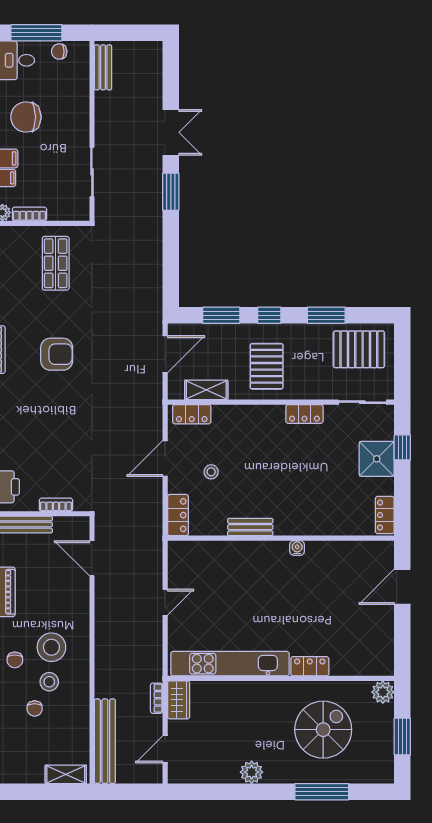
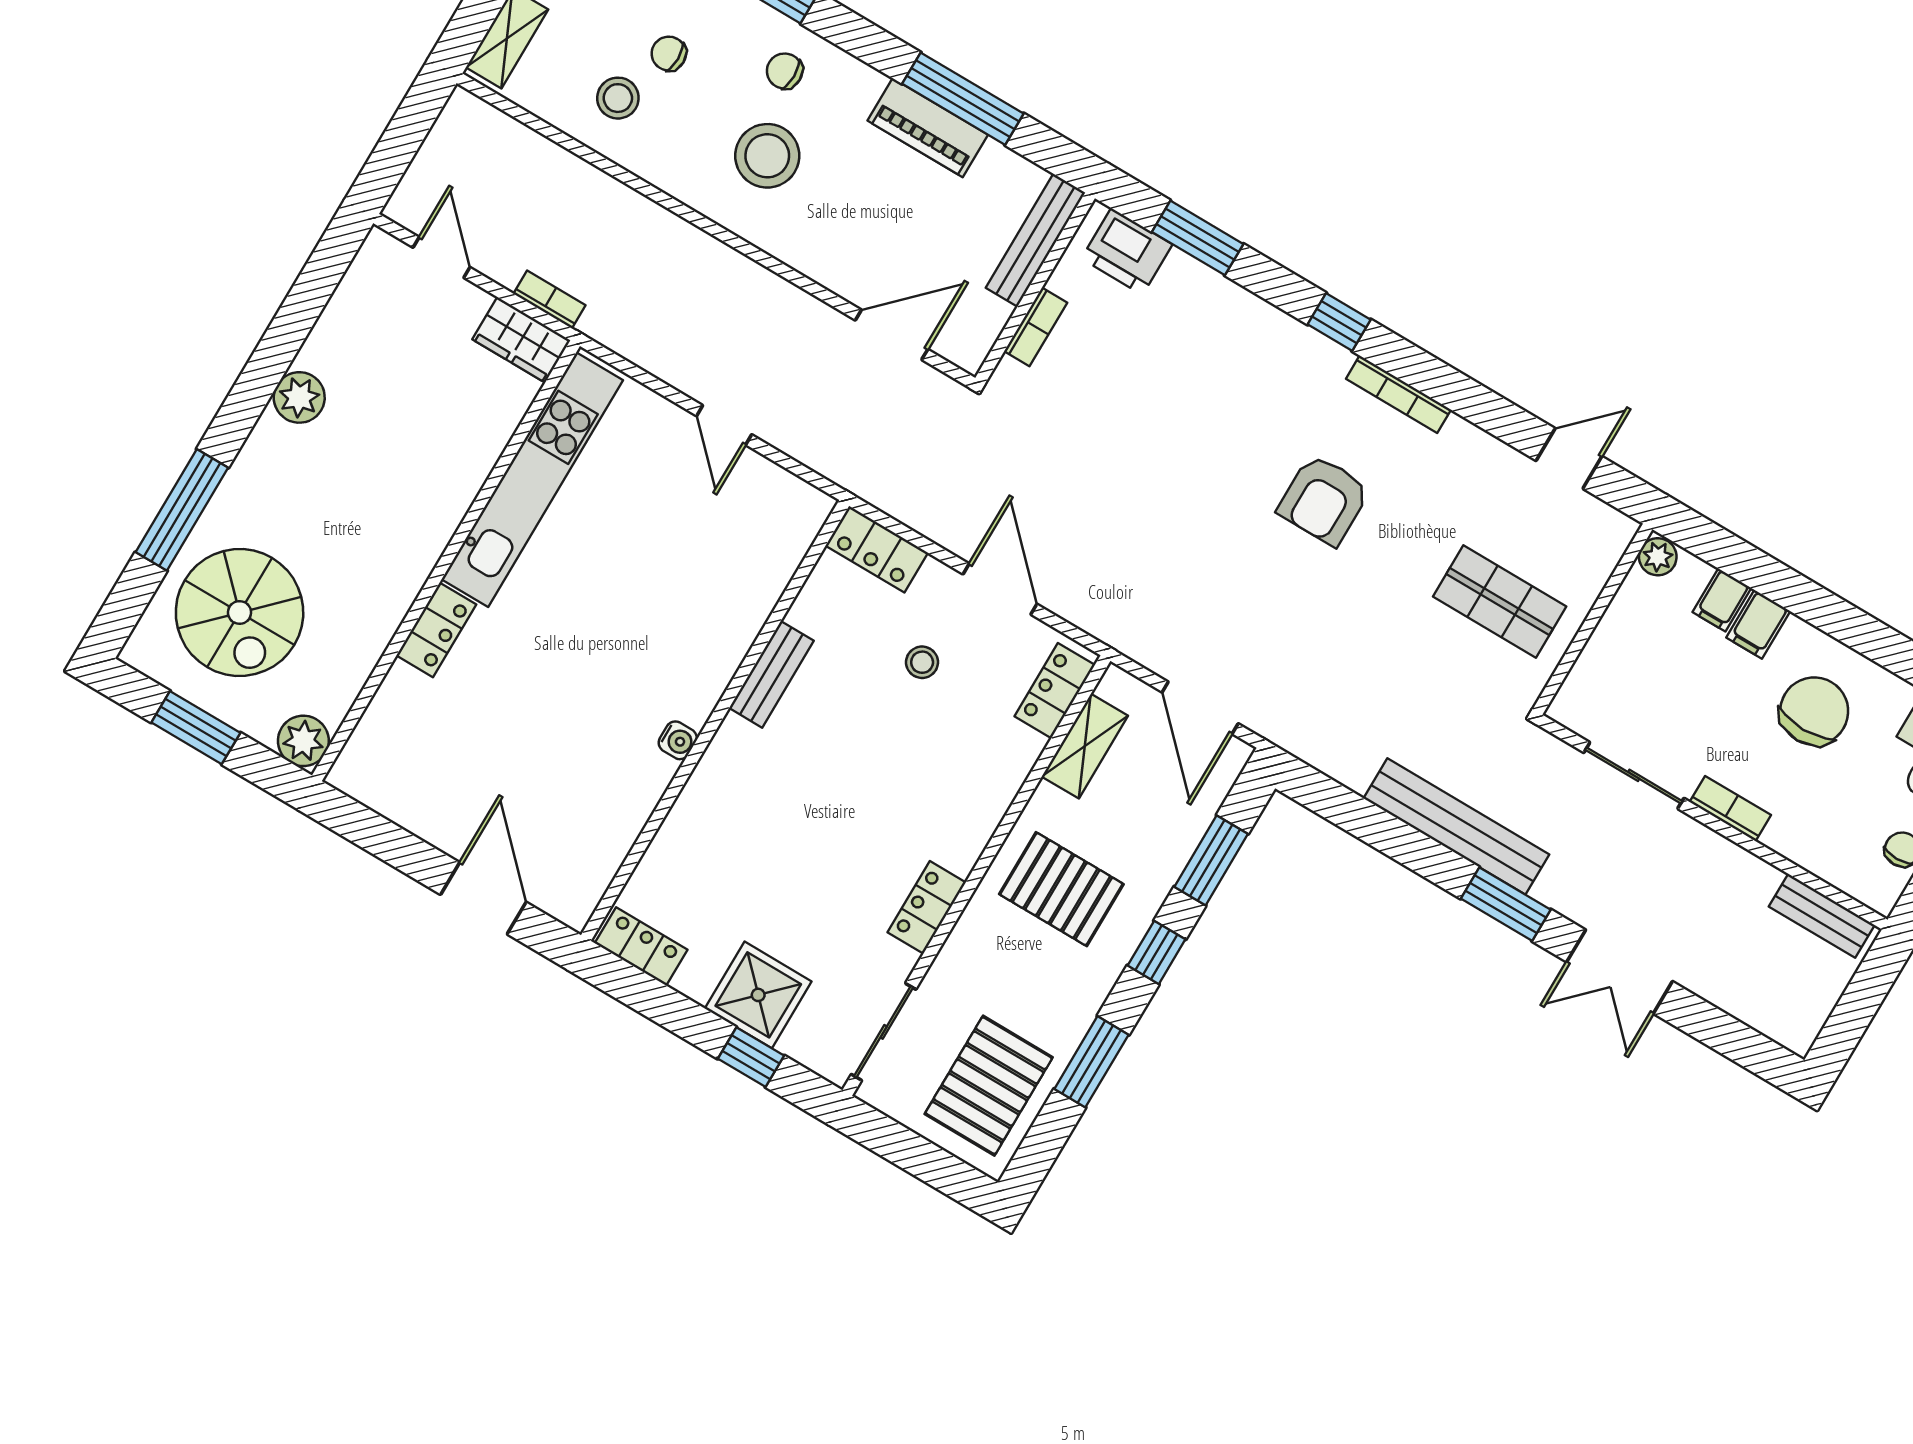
bookcase: (29, 214) -> (1730, 809), moved, turned -90
stool: (49, 682) -> (618, 98), moved
spiral stairs: (323, 730) -> (240, 613), moved
bench: (105, 741) -> (1456, 826), moved

